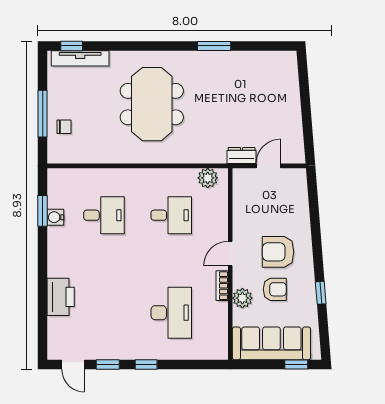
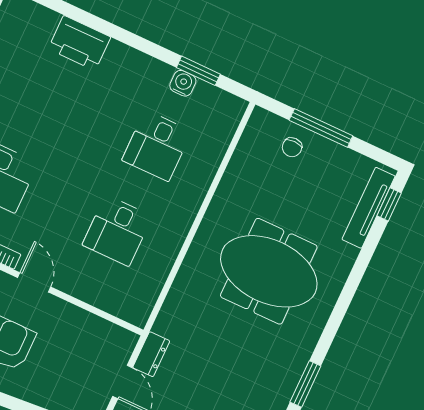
plant: (208, 178) -> (143, 298), removed

